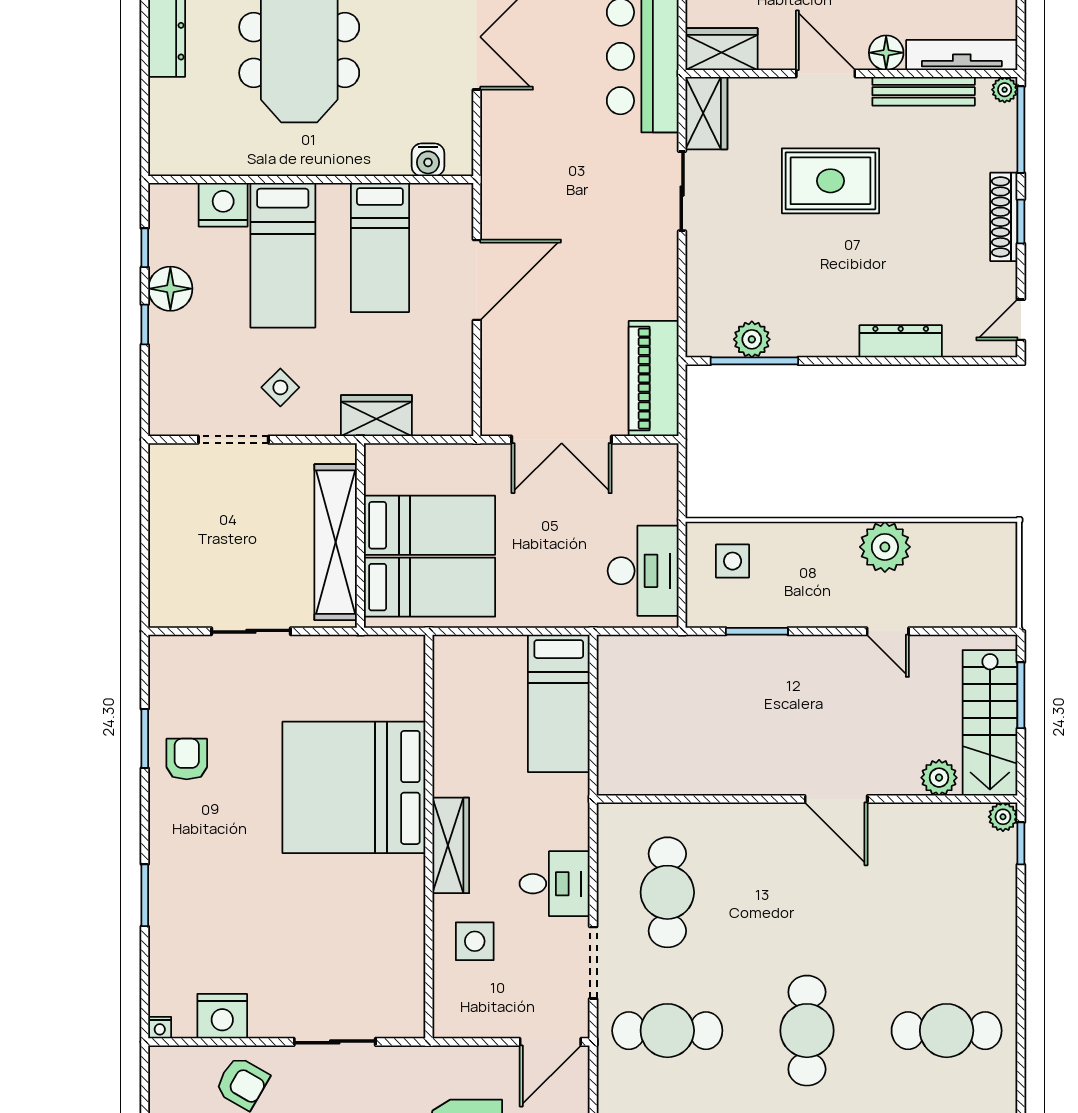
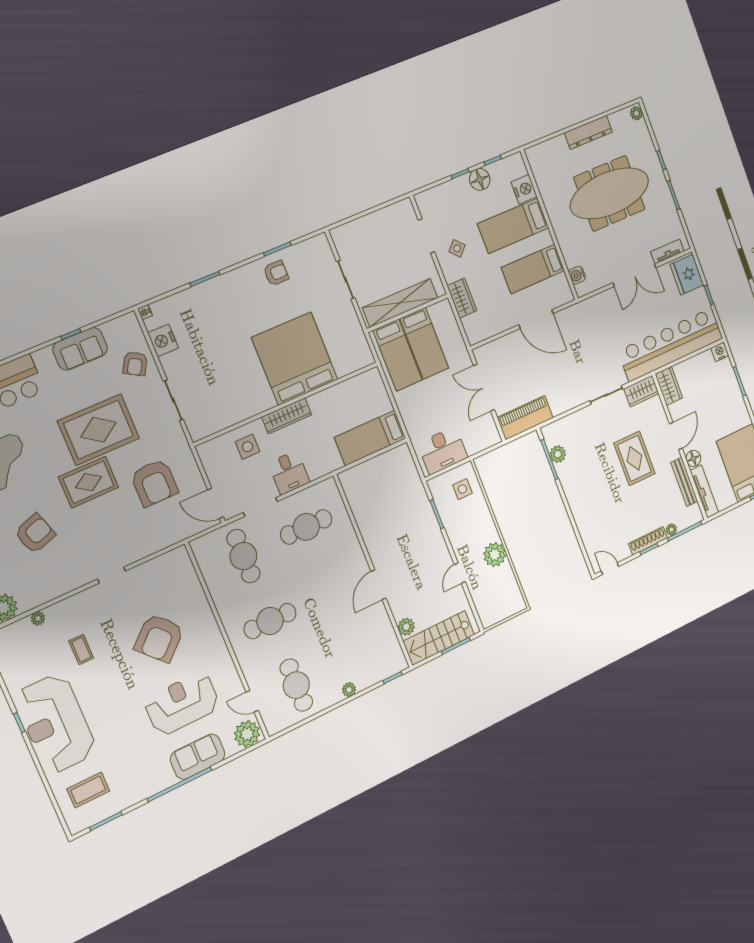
plant: (1005, 90) -> (671, 530), moved
dresser: (901, 341) -> (582, 520), removed
plant: (1003, 817) -> (349, 690), moved

